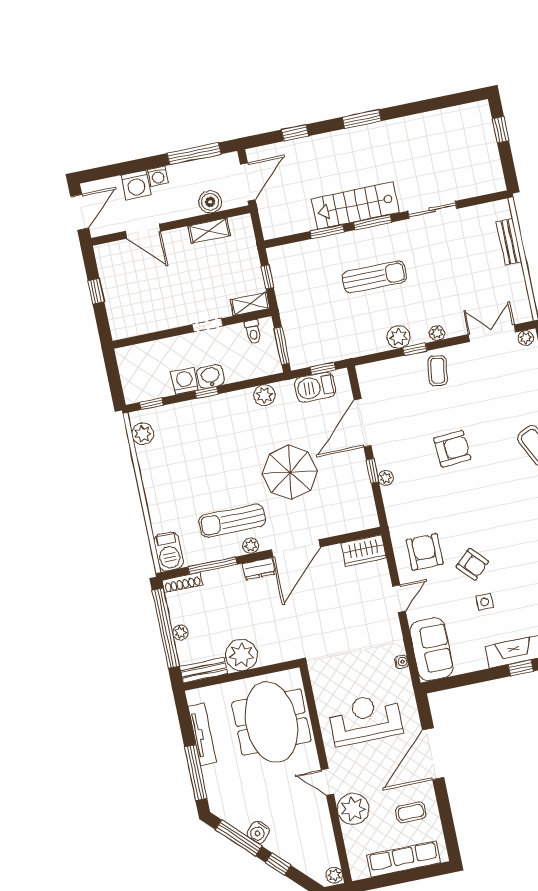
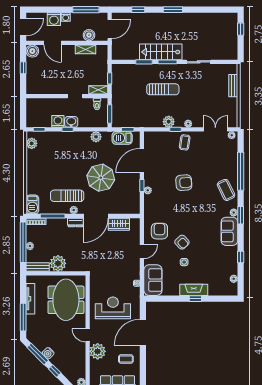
boiler: (107, 255) -> (32, 51), added
wardrobe: (364, 551) -> (119, 224), moved

